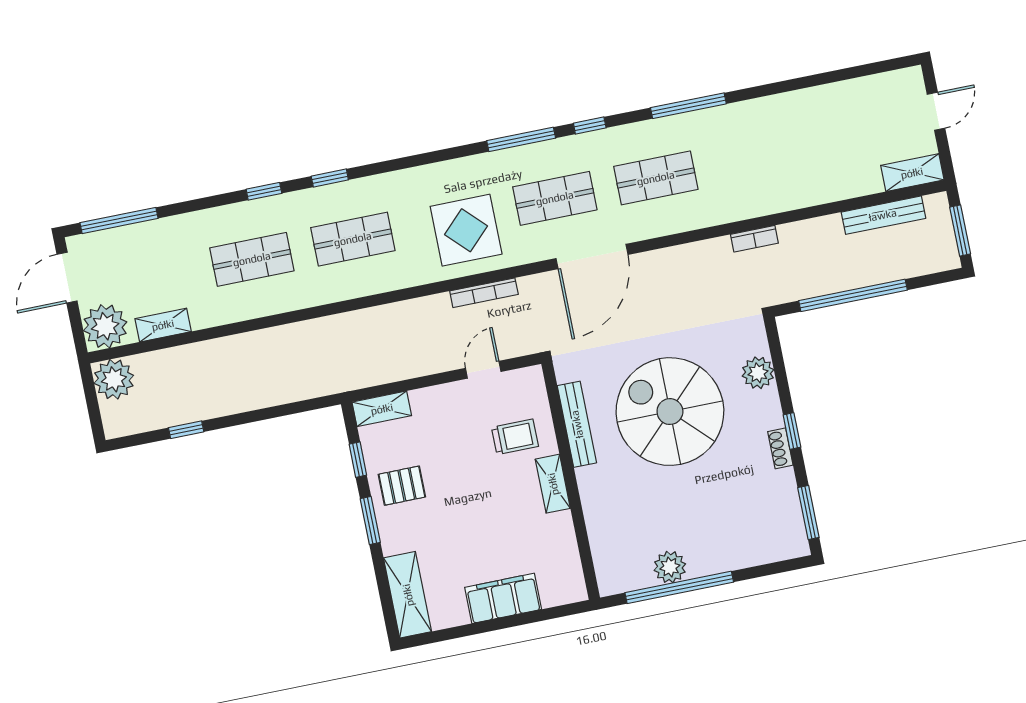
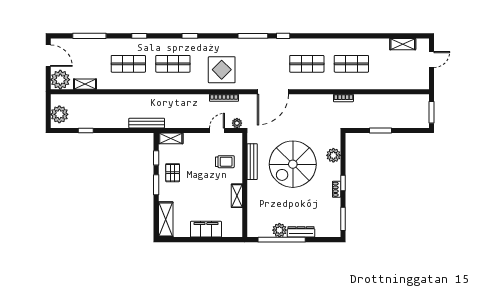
window: (688, 106) -> (327, 36), removed
shelving: (912, 173) -> (403, 44), moved
window: (330, 178) -> (190, 36), moved
shop shelf: (555, 198) -> (351, 64), moved
bench: (883, 215) -> (147, 123), moved
window: (119, 220) -> (89, 36), moved
door: (67, 278) -> (48, 56), swing flipped
window: (853, 295) -> (380, 130), width x0.47
plant: (525, 344) -> (237, 123), added
plant: (114, 379) -> (59, 114), moved
spiral stairs: (670, 412) -> (293, 164), turned -90
shelving: (553, 484) -> (237, 196), moved
pallet: (402, 486) -> (173, 173), turned 90
dresser: (719, 561) -> (301, 232), added

